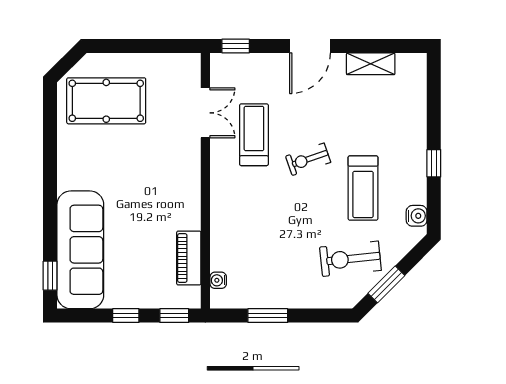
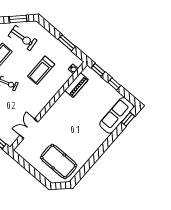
treadmill: (254, 135) -> (41, 70), moved
sofa: (80, 250) -> (117, 115), width x0.74, depth x0.79

